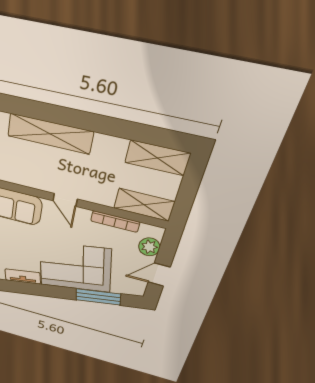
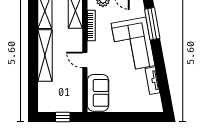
shelving: (50, 134) -> (45, 56), moved
door: (65, 200) -> (85, 60), swing flipped

